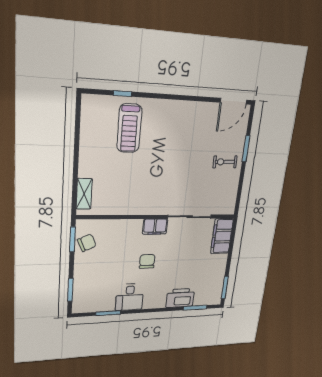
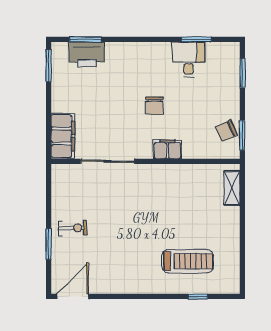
treadmill: (129, 128) -> (188, 261), turned 90
filing cabinet: (155, 227) -> (167, 149), moved
desk: (130, 297) -> (188, 59), moved
printer: (180, 298) -> (87, 54), moved

